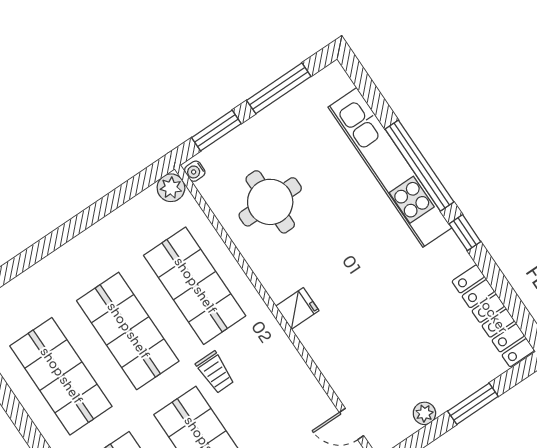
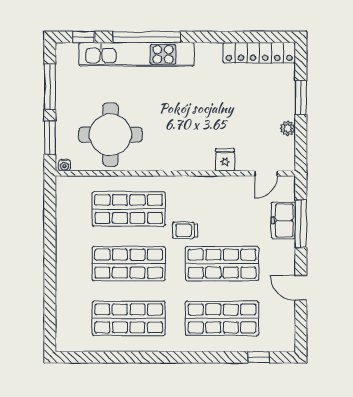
plant: (171, 188) -> (65, 185), removed
round table: (270, 202) -> (110, 135), width x1.36, depth x1.36
window: (465, 233) -> (84, 37), moved
fridge: (297, 308) -> (225, 160), moved
trolley: (215, 372) -> (185, 230), turned 180

